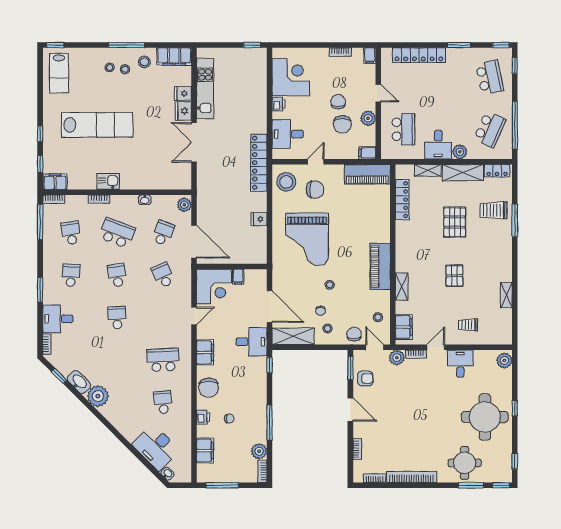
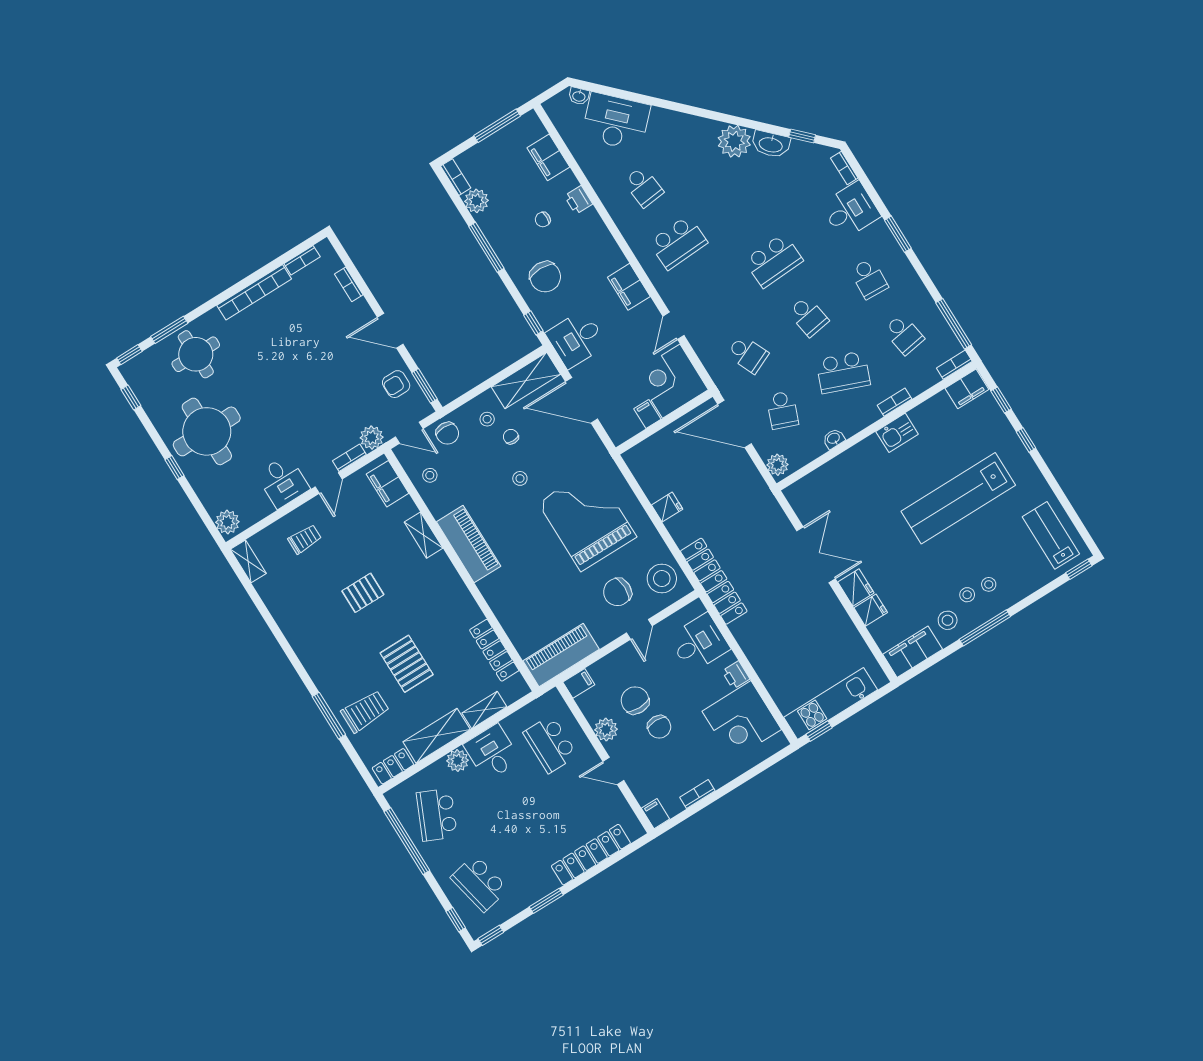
kitchen unit: (205, 89) -> (831, 703), moved, turned 90
pallet: (454, 276) -> (363, 593), turned 90
shelving: (506, 295) -> (248, 561), moved
school desk: (117, 318) -> (774, 261), width x1.85
chair: (209, 388) -> (545, 277), moved, turned 180

